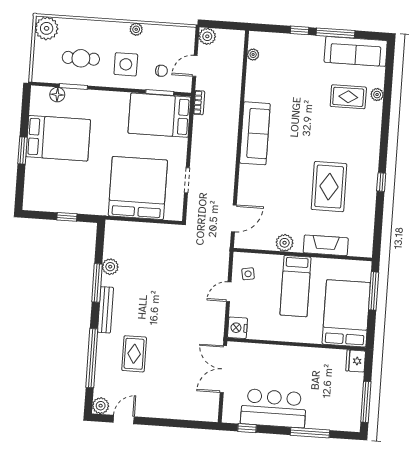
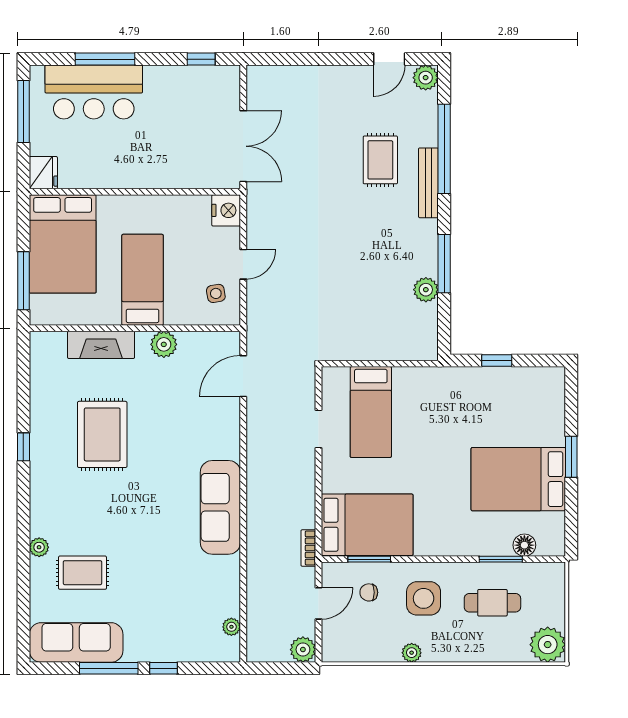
plant: (377, 95) -> (39, 547), moved
bed: (138, 188) -> (371, 412), width x0.49
bench: (105, 310) -> (428, 183), moved
bar counter: (273, 408) -> (94, 92), moved

